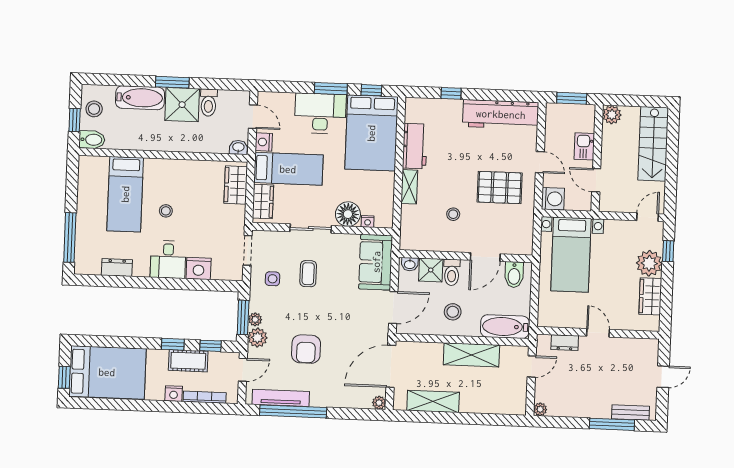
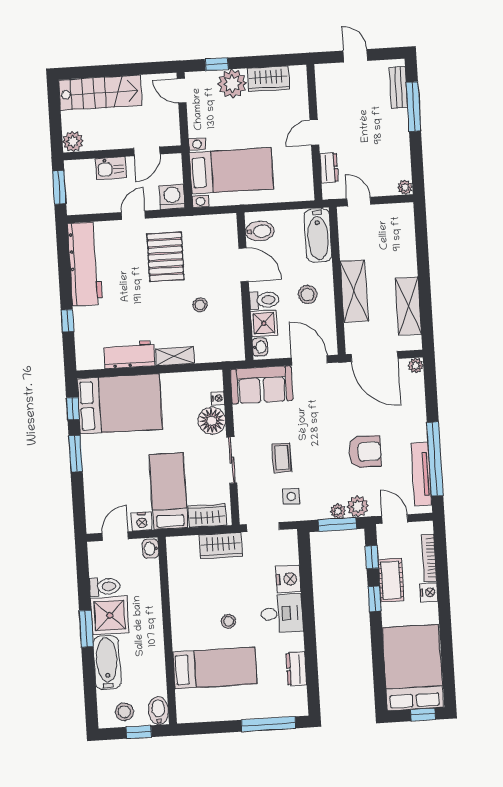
desk: (320, 113) -> (104, 462), removed
wardrobe: (236, 185) -> (221, 546), moved
coffee table: (308, 274) -> (282, 458), turned 90
shelving: (471, 355) -> (354, 291), moved

